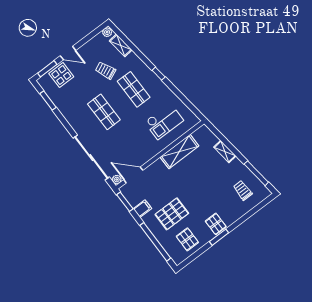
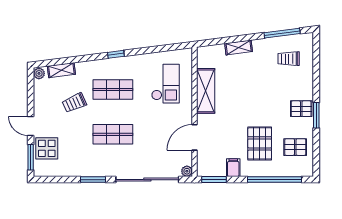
door: (68, 53) -> (31, 126), swing flipped
window: (48, 100) -> (93, 180), moved
door: (133, 175) -> (194, 137), moved

